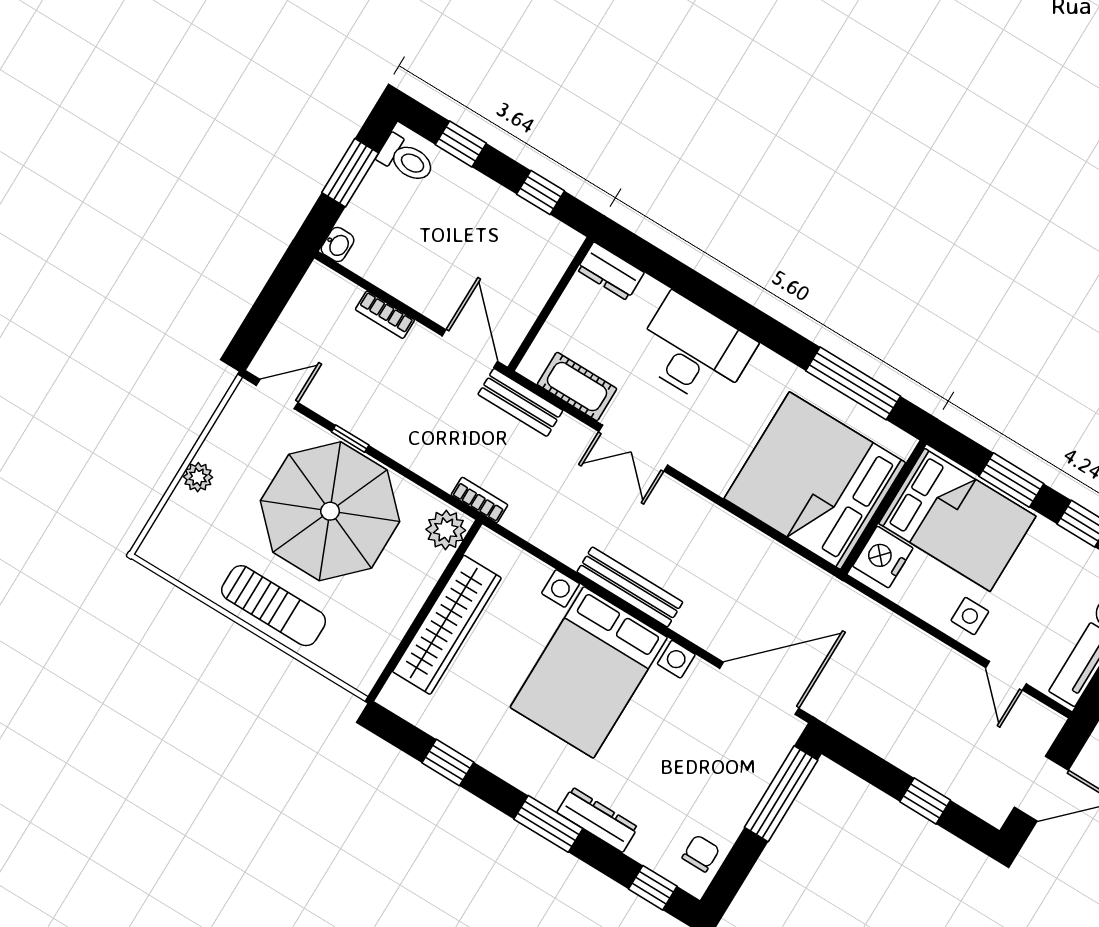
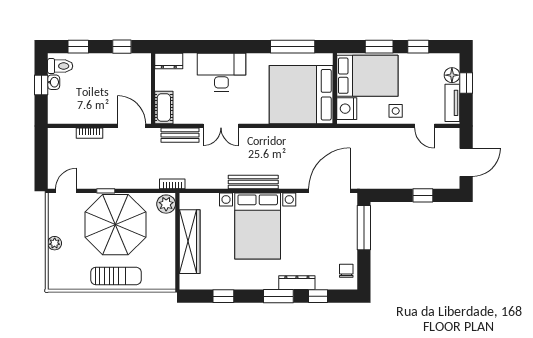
window: (350, 173) -> (41, 85), width x0.67
washbasin: (338, 244) -> (54, 82), moved
cot: (577, 387) -> (164, 108), moved, turned 90
bench: (520, 402) -> (180, 135), moved
window: (653, 888) -> (318, 296), moved

